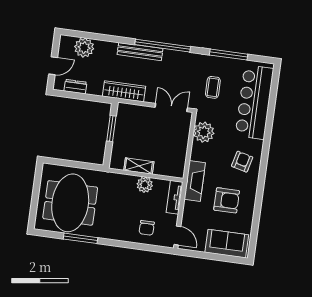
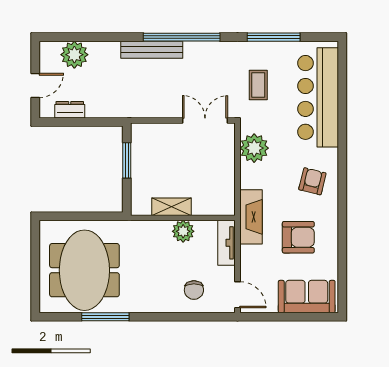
wardrobe: (124, 91) -> (137, 107), removed

